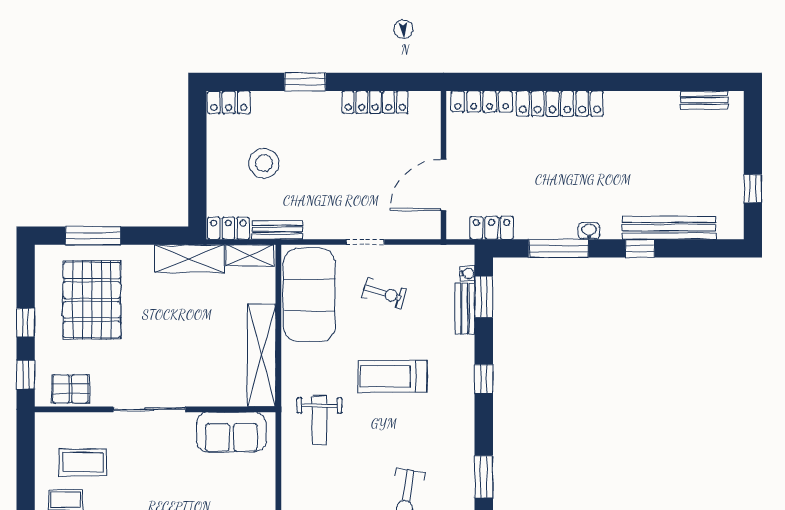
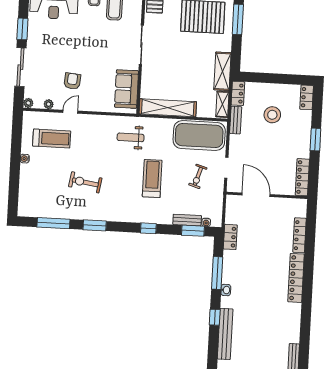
wall: (443, 165) -> (267, 195), moved
door: (443, 185) -> (256, 195), moved

